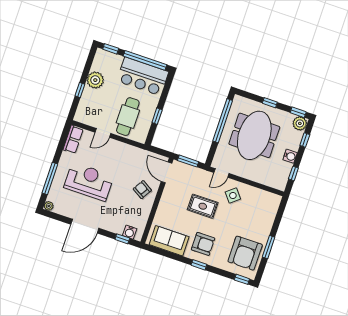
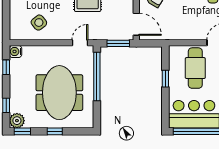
window: (223, 121) -> (97, 77), moved
water cooler: (290, 156) -> (16, 52), moved
side table: (233, 195) -> (39, 23), moved

